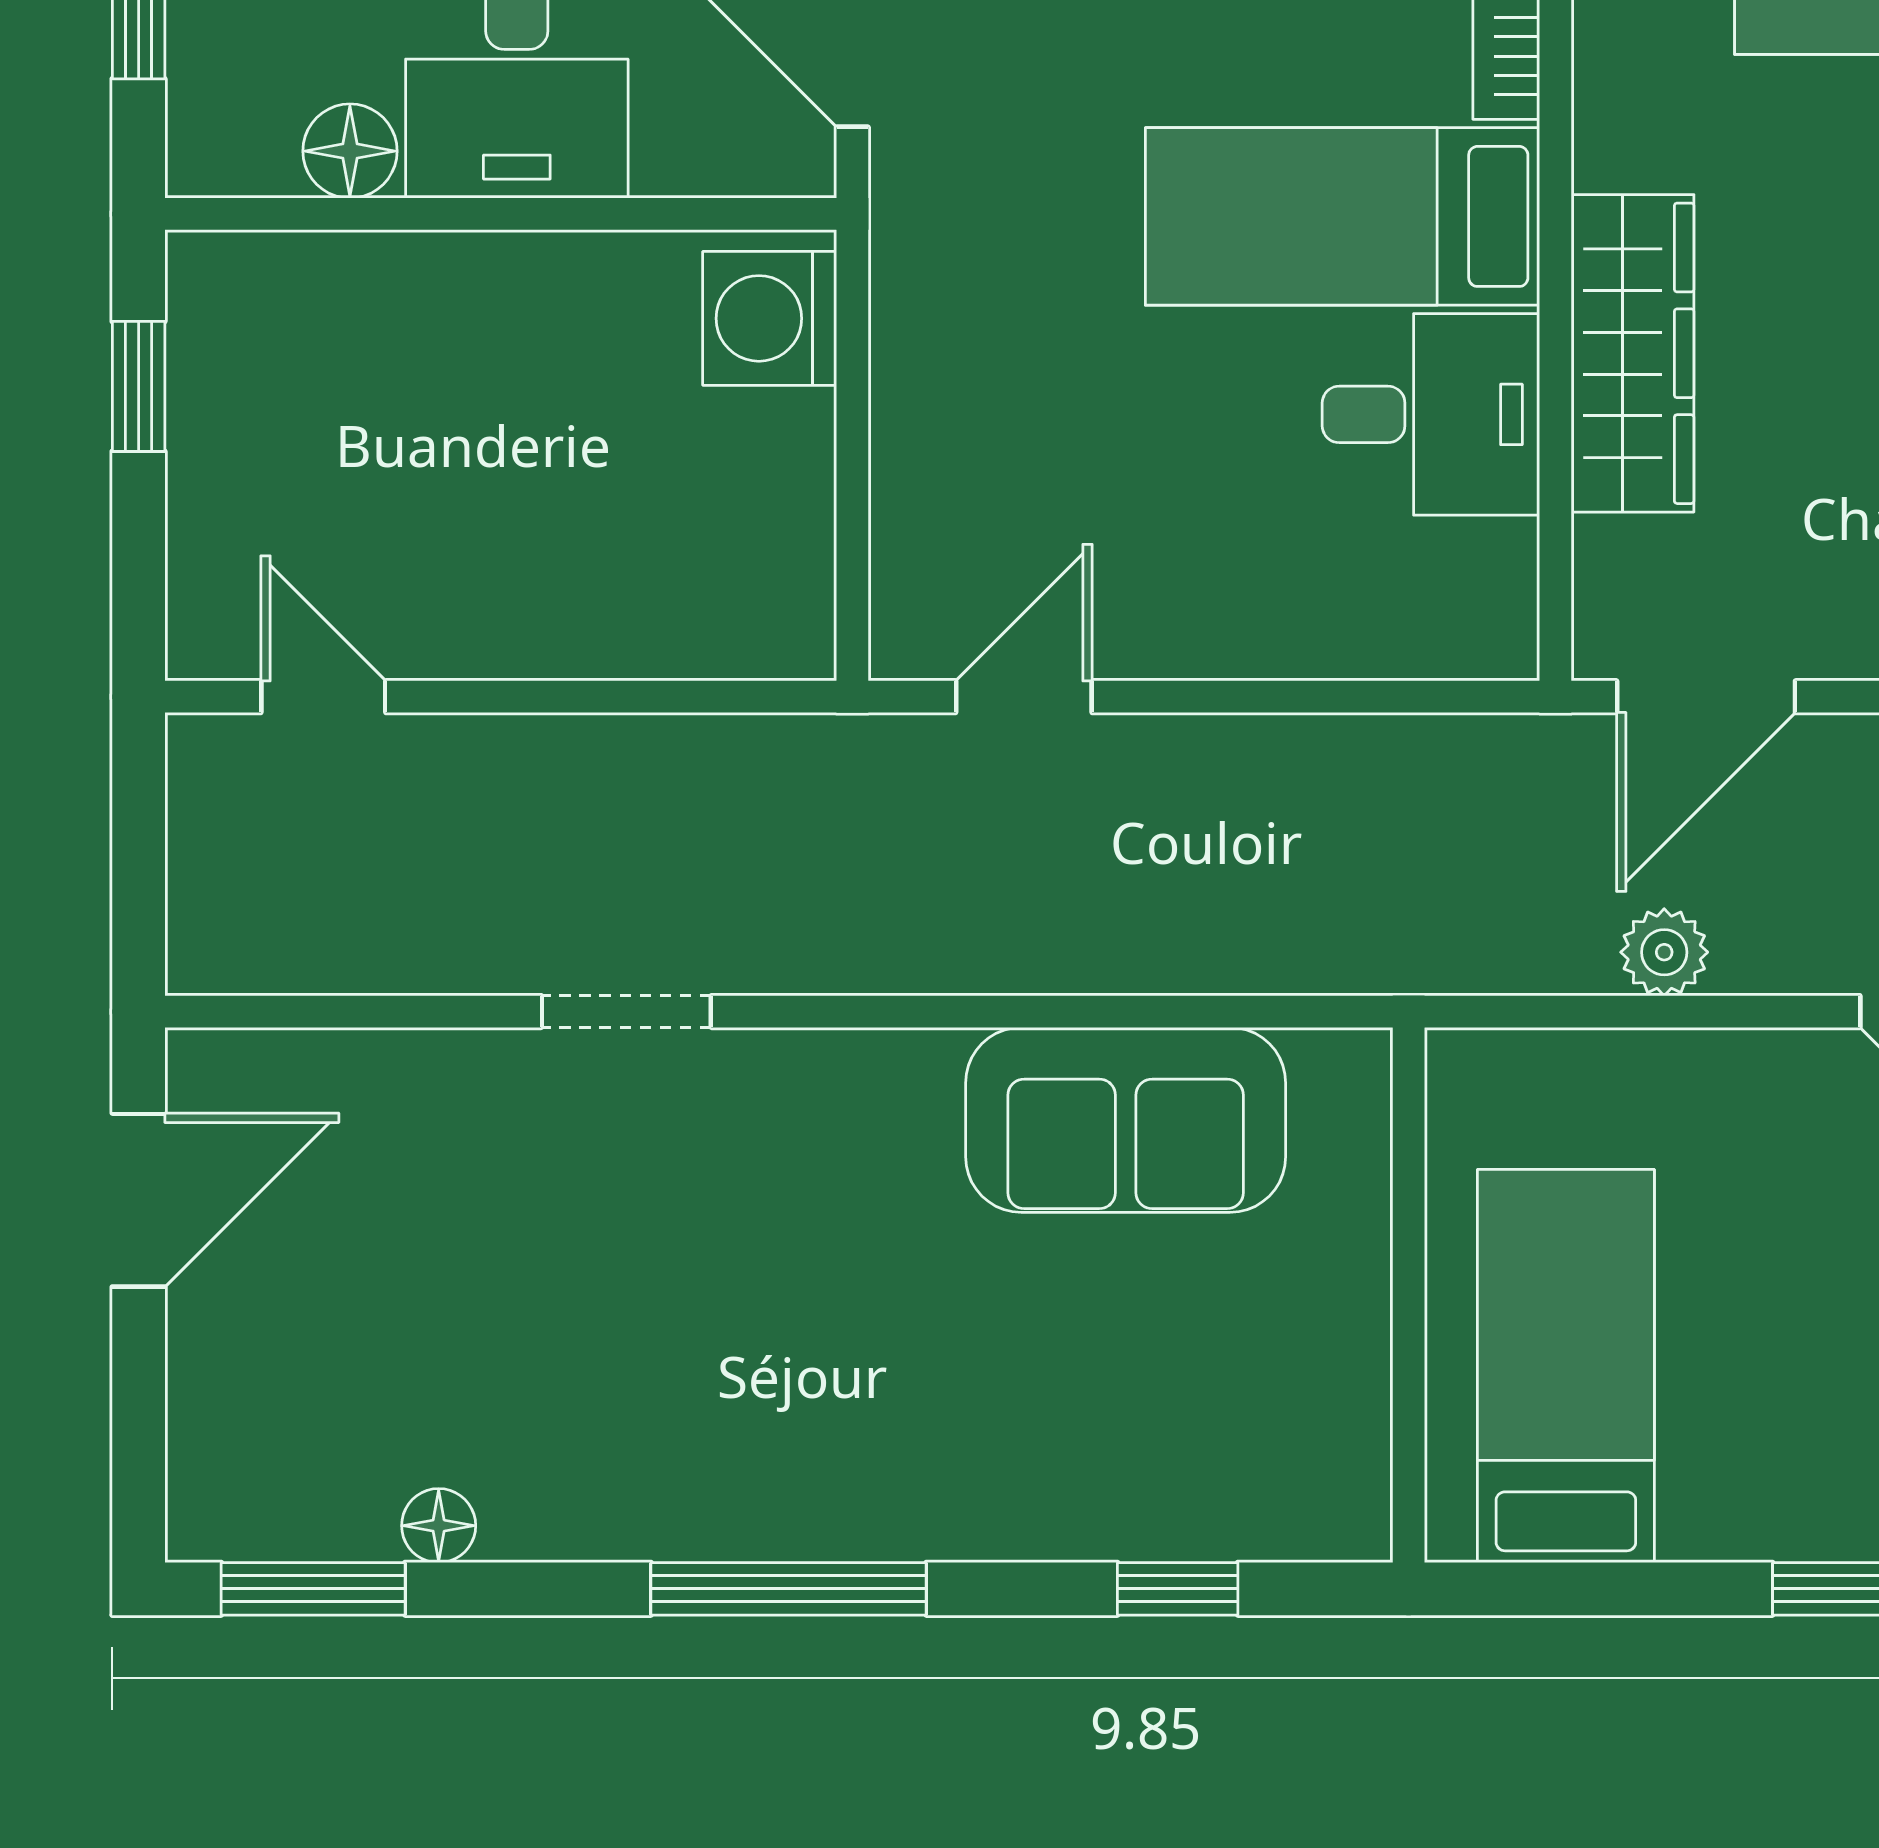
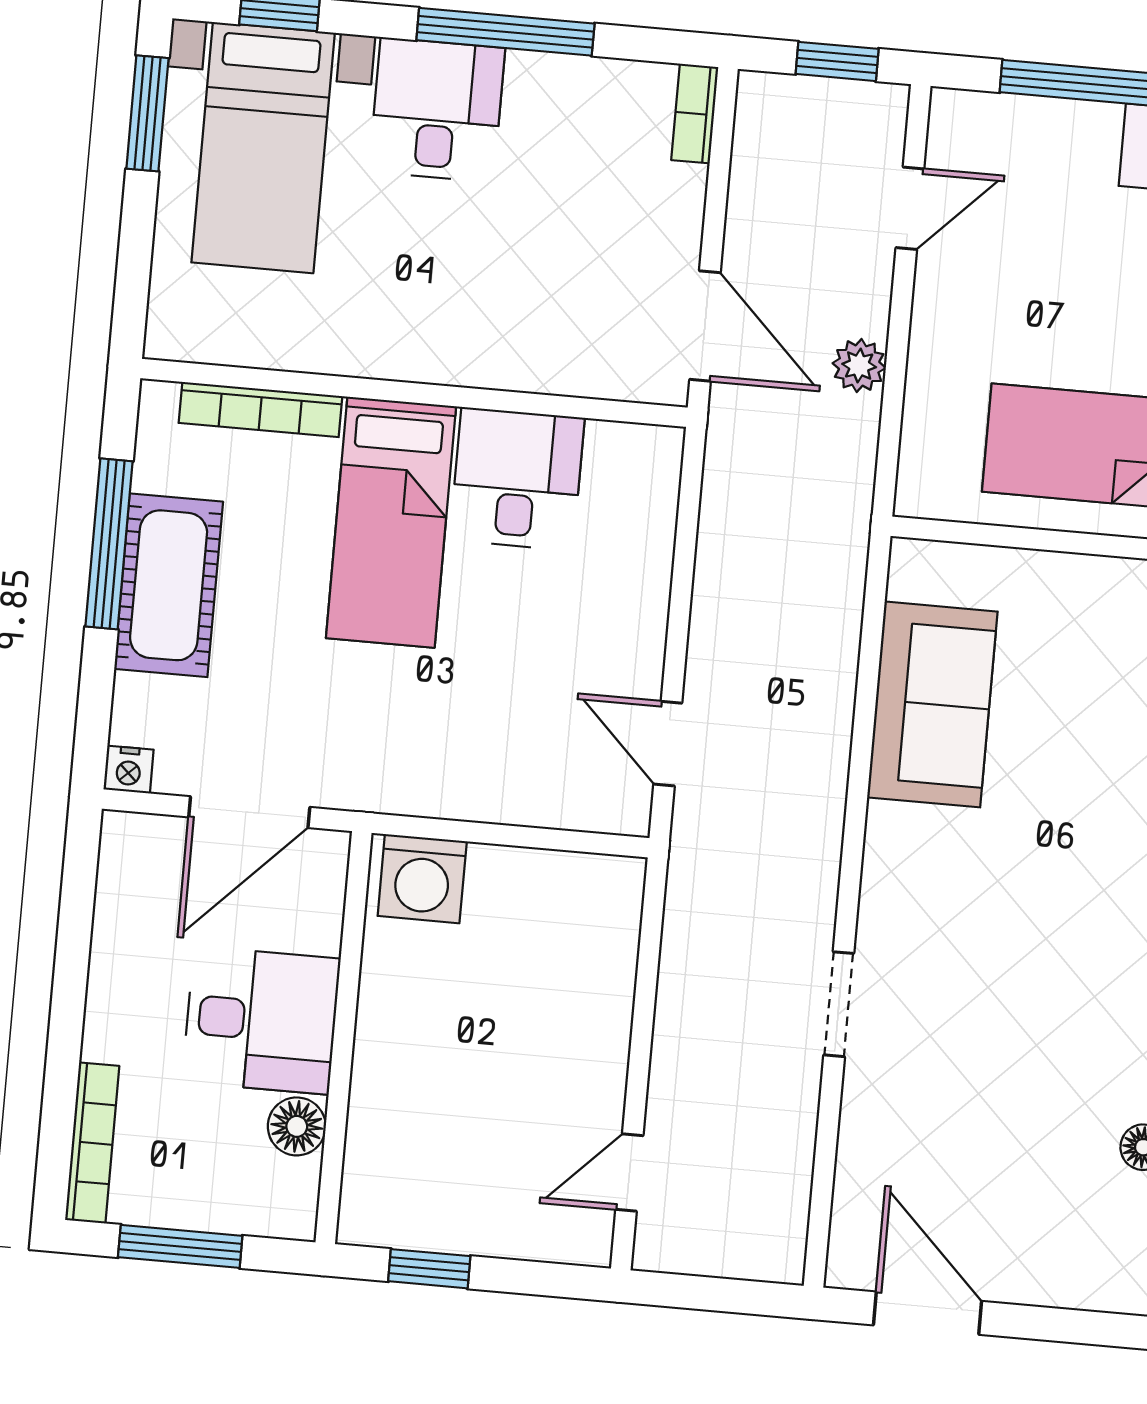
wardrobe: (1633, 353) -> (491, 352), removed

